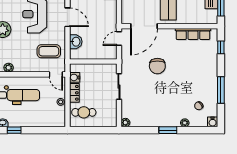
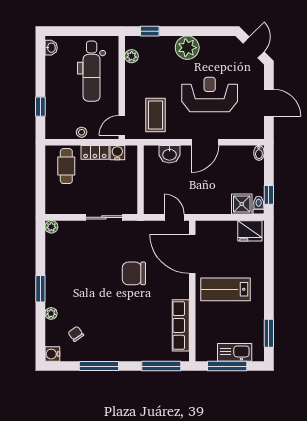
window: (221, 47) -> (161, 366), width x2.17
window: (14, 130) -> (40, 107), moved

